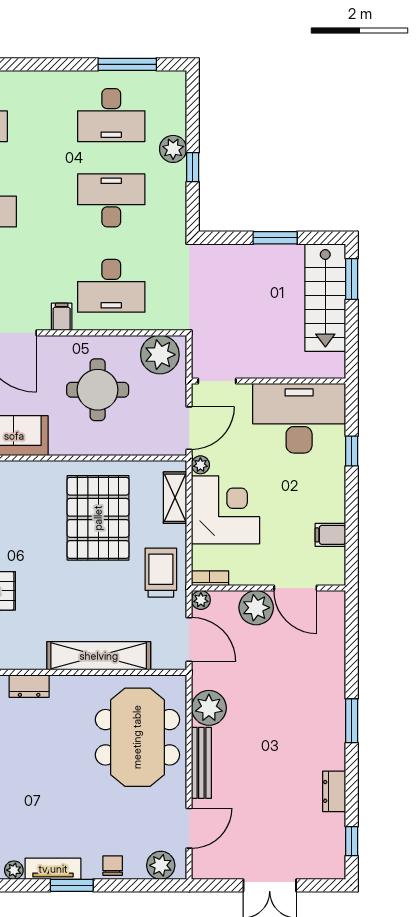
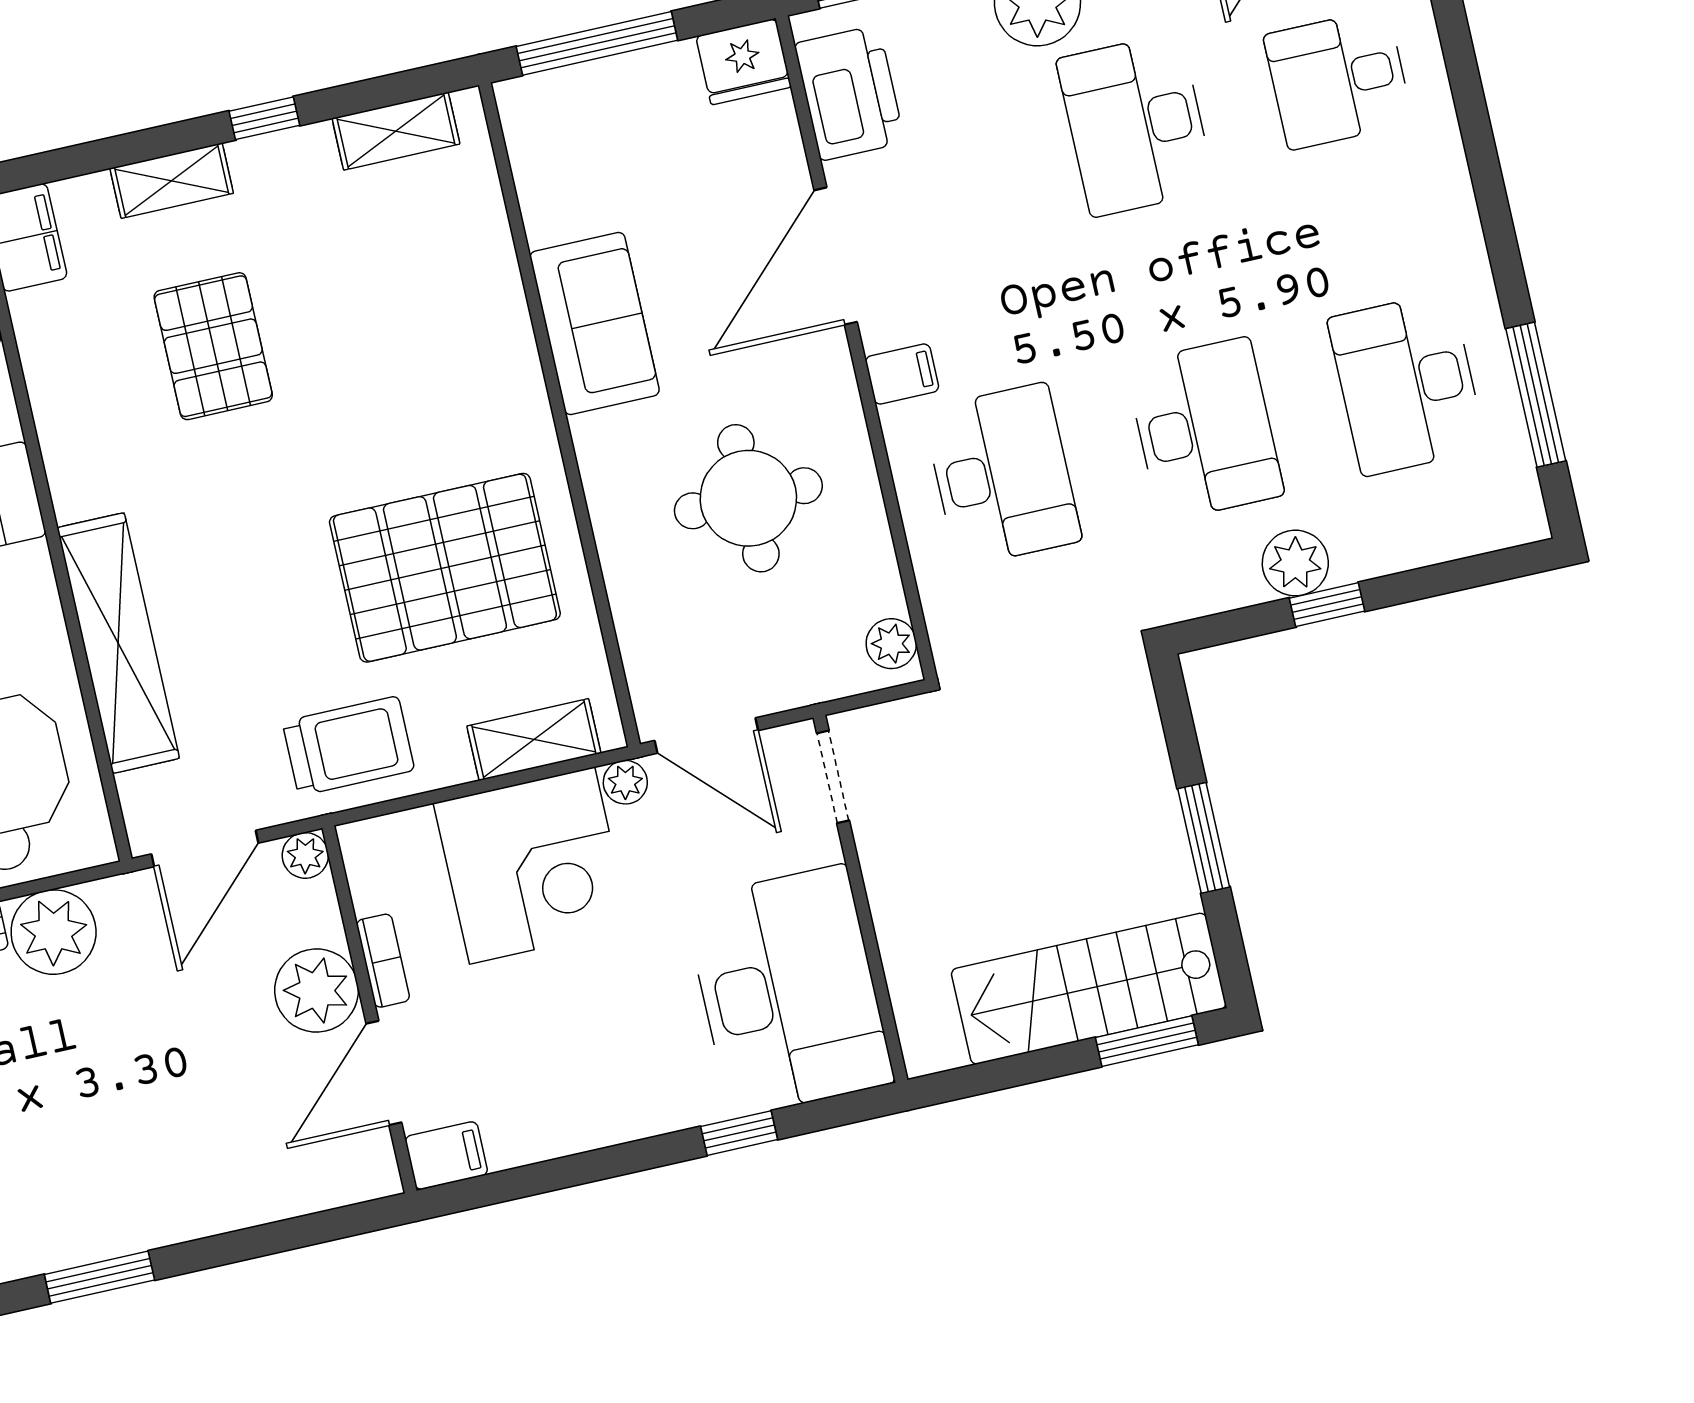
plant: (173, 149) -> (1295, 563), moved
desk: (111, 286) -> (1002, 475), turned 180
plant: (160, 355) -> (891, 644), width x0.53, depth x0.53
filing cabinet: (330, 535) -> (446, 1156), moved, turned 90
bookcase: (210, 578) -> (383, 961), moved

